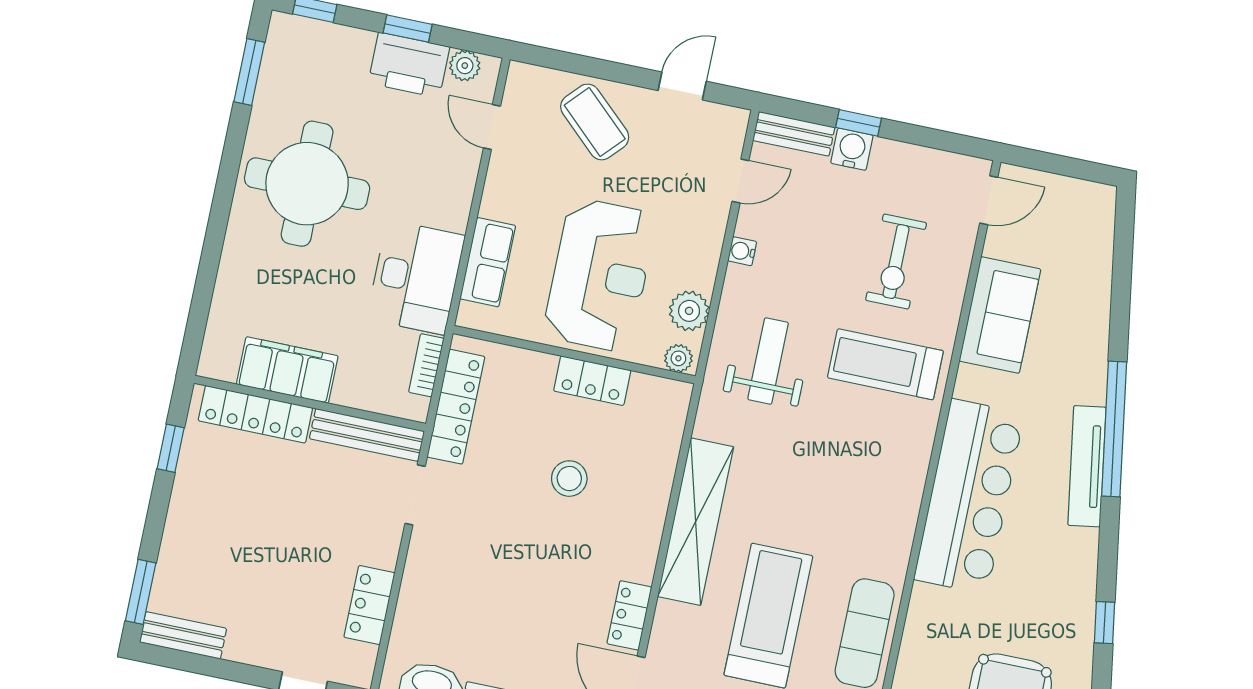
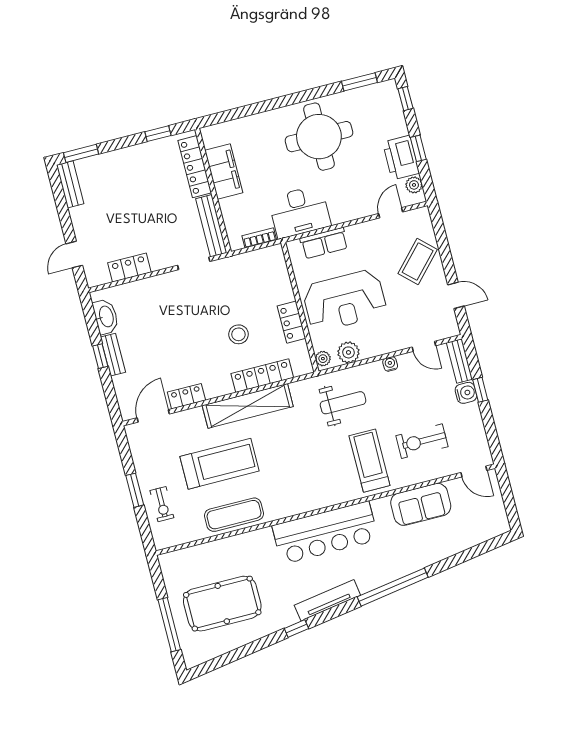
locker: (456, 407) -> (262, 376), moved, turned 180
tv unit: (1087, 466) -> (327, 600), moved

